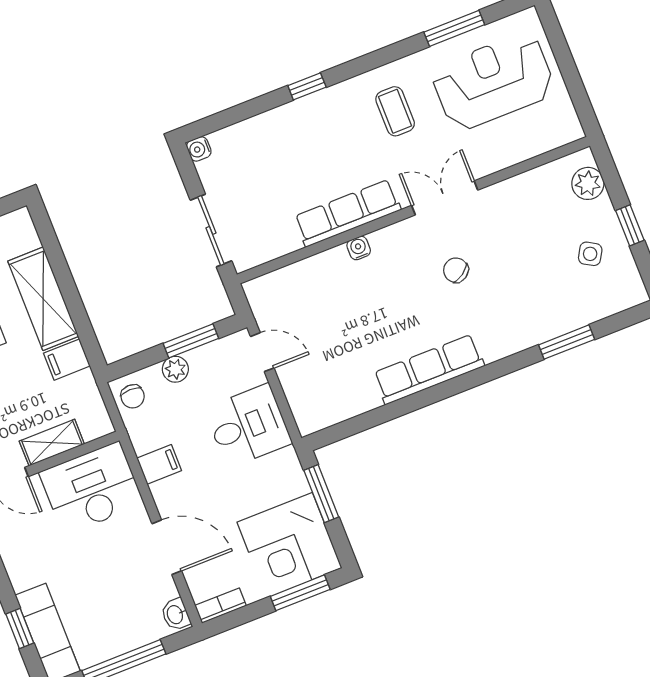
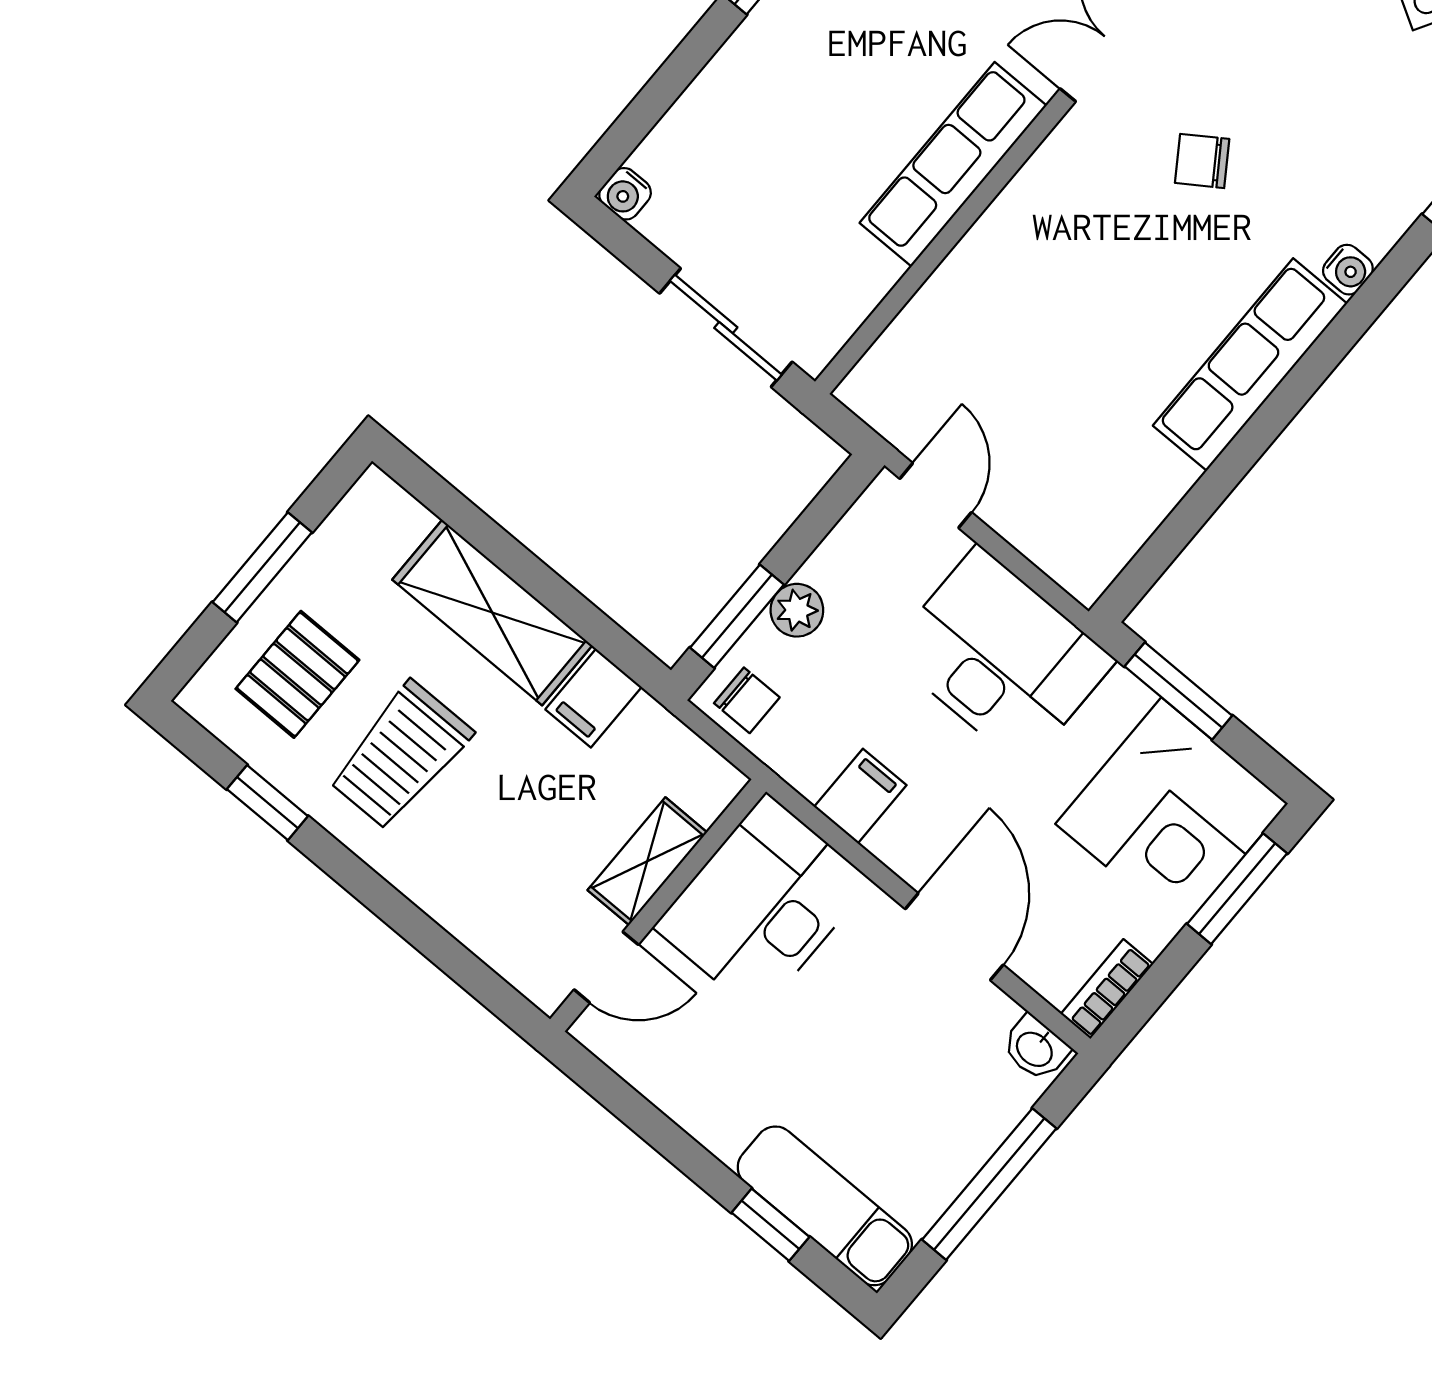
water cooler: (359, 248) -> (1348, 270), moved, turned 180
window: (191, 341) -> (737, 616), moved
door: (262, 352) -> (936, 496), hinge flipped
desk: (248, 426) -> (1001, 657), width x1.37
door: (167, 547) -> (954, 937), hinge flipped

